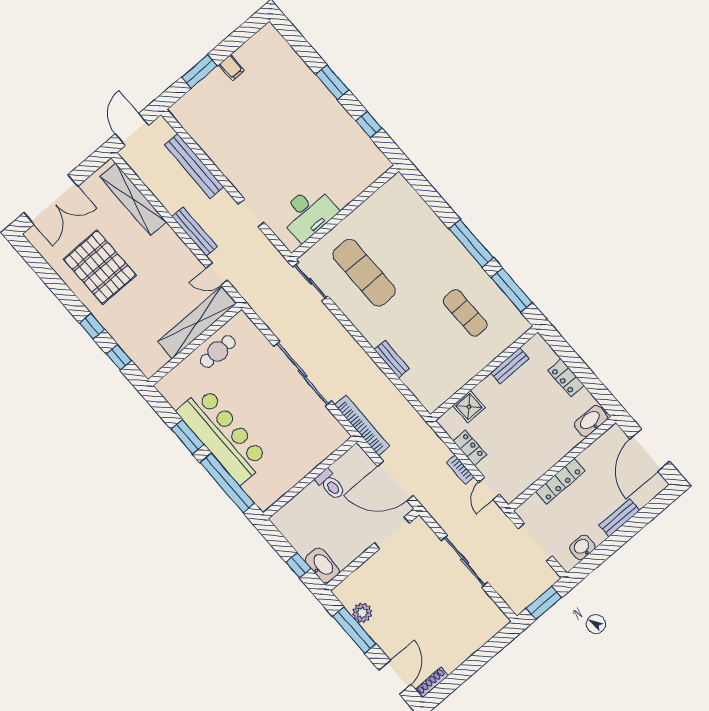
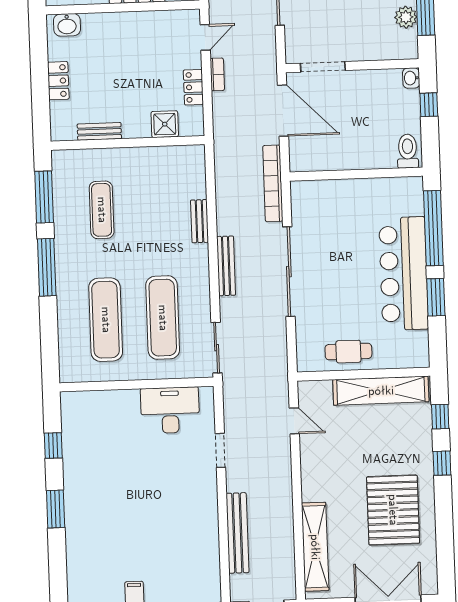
bench: (195, 232) -> (226, 266), moved
exercise mat: (402, 240) -> (106, 320), added
shelving: (197, 323) -> (381, 391), moved
washbasin: (591, 421) -> (67, 25), width x0.72
toilet: (330, 485) -> (408, 151), moved
washbasin: (322, 566) -> (411, 78), width x0.52, depth x0.69

